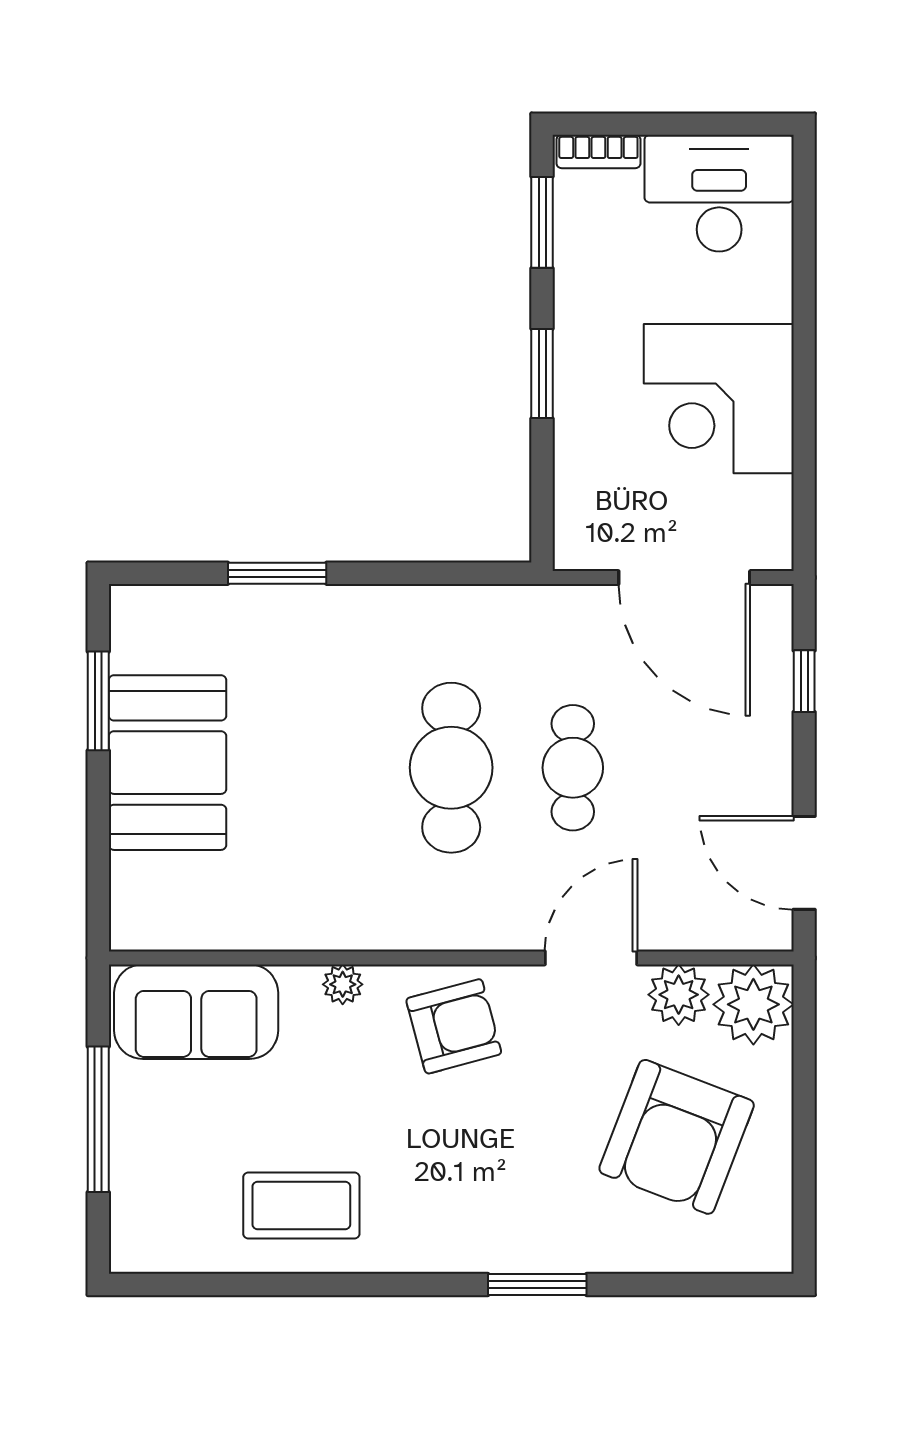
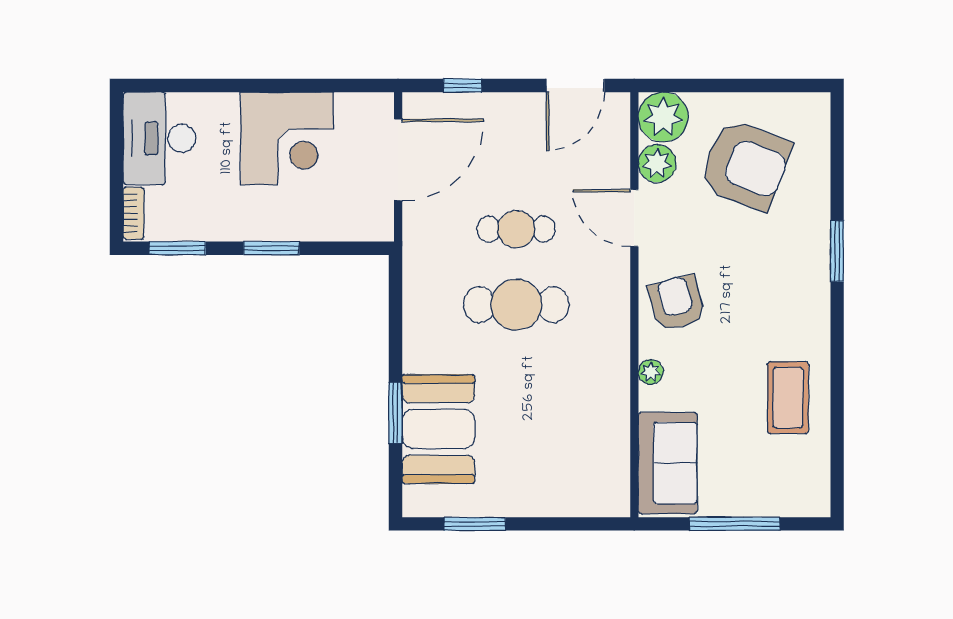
booth: (167, 763) -> (438, 429), moved, turned 90

